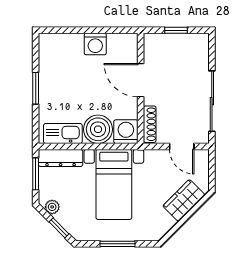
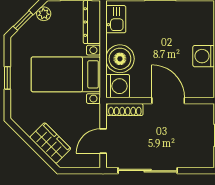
door: (141, 80) -> (168, 101), hinge flipped
kitchen sink: (63, 134) -> (116, 19), width x0.73
window: (117, 244) -> (7, 78), width x0.67

